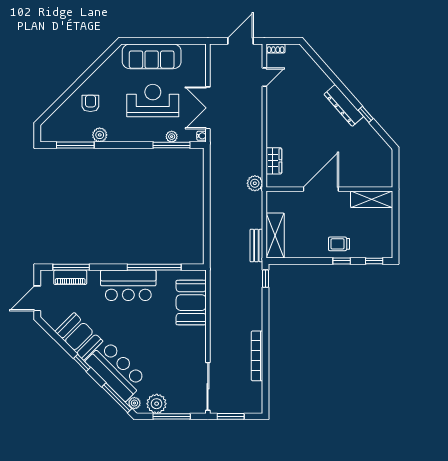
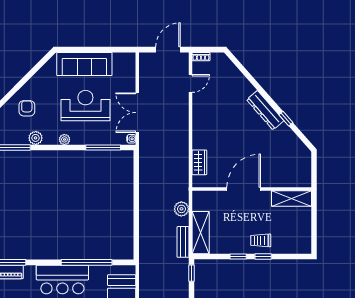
plant: (172, 137) -> (64, 139), moved
plant: (255, 183) -> (181, 209), moved
window: (374, 261) -> (238, 257), moved

